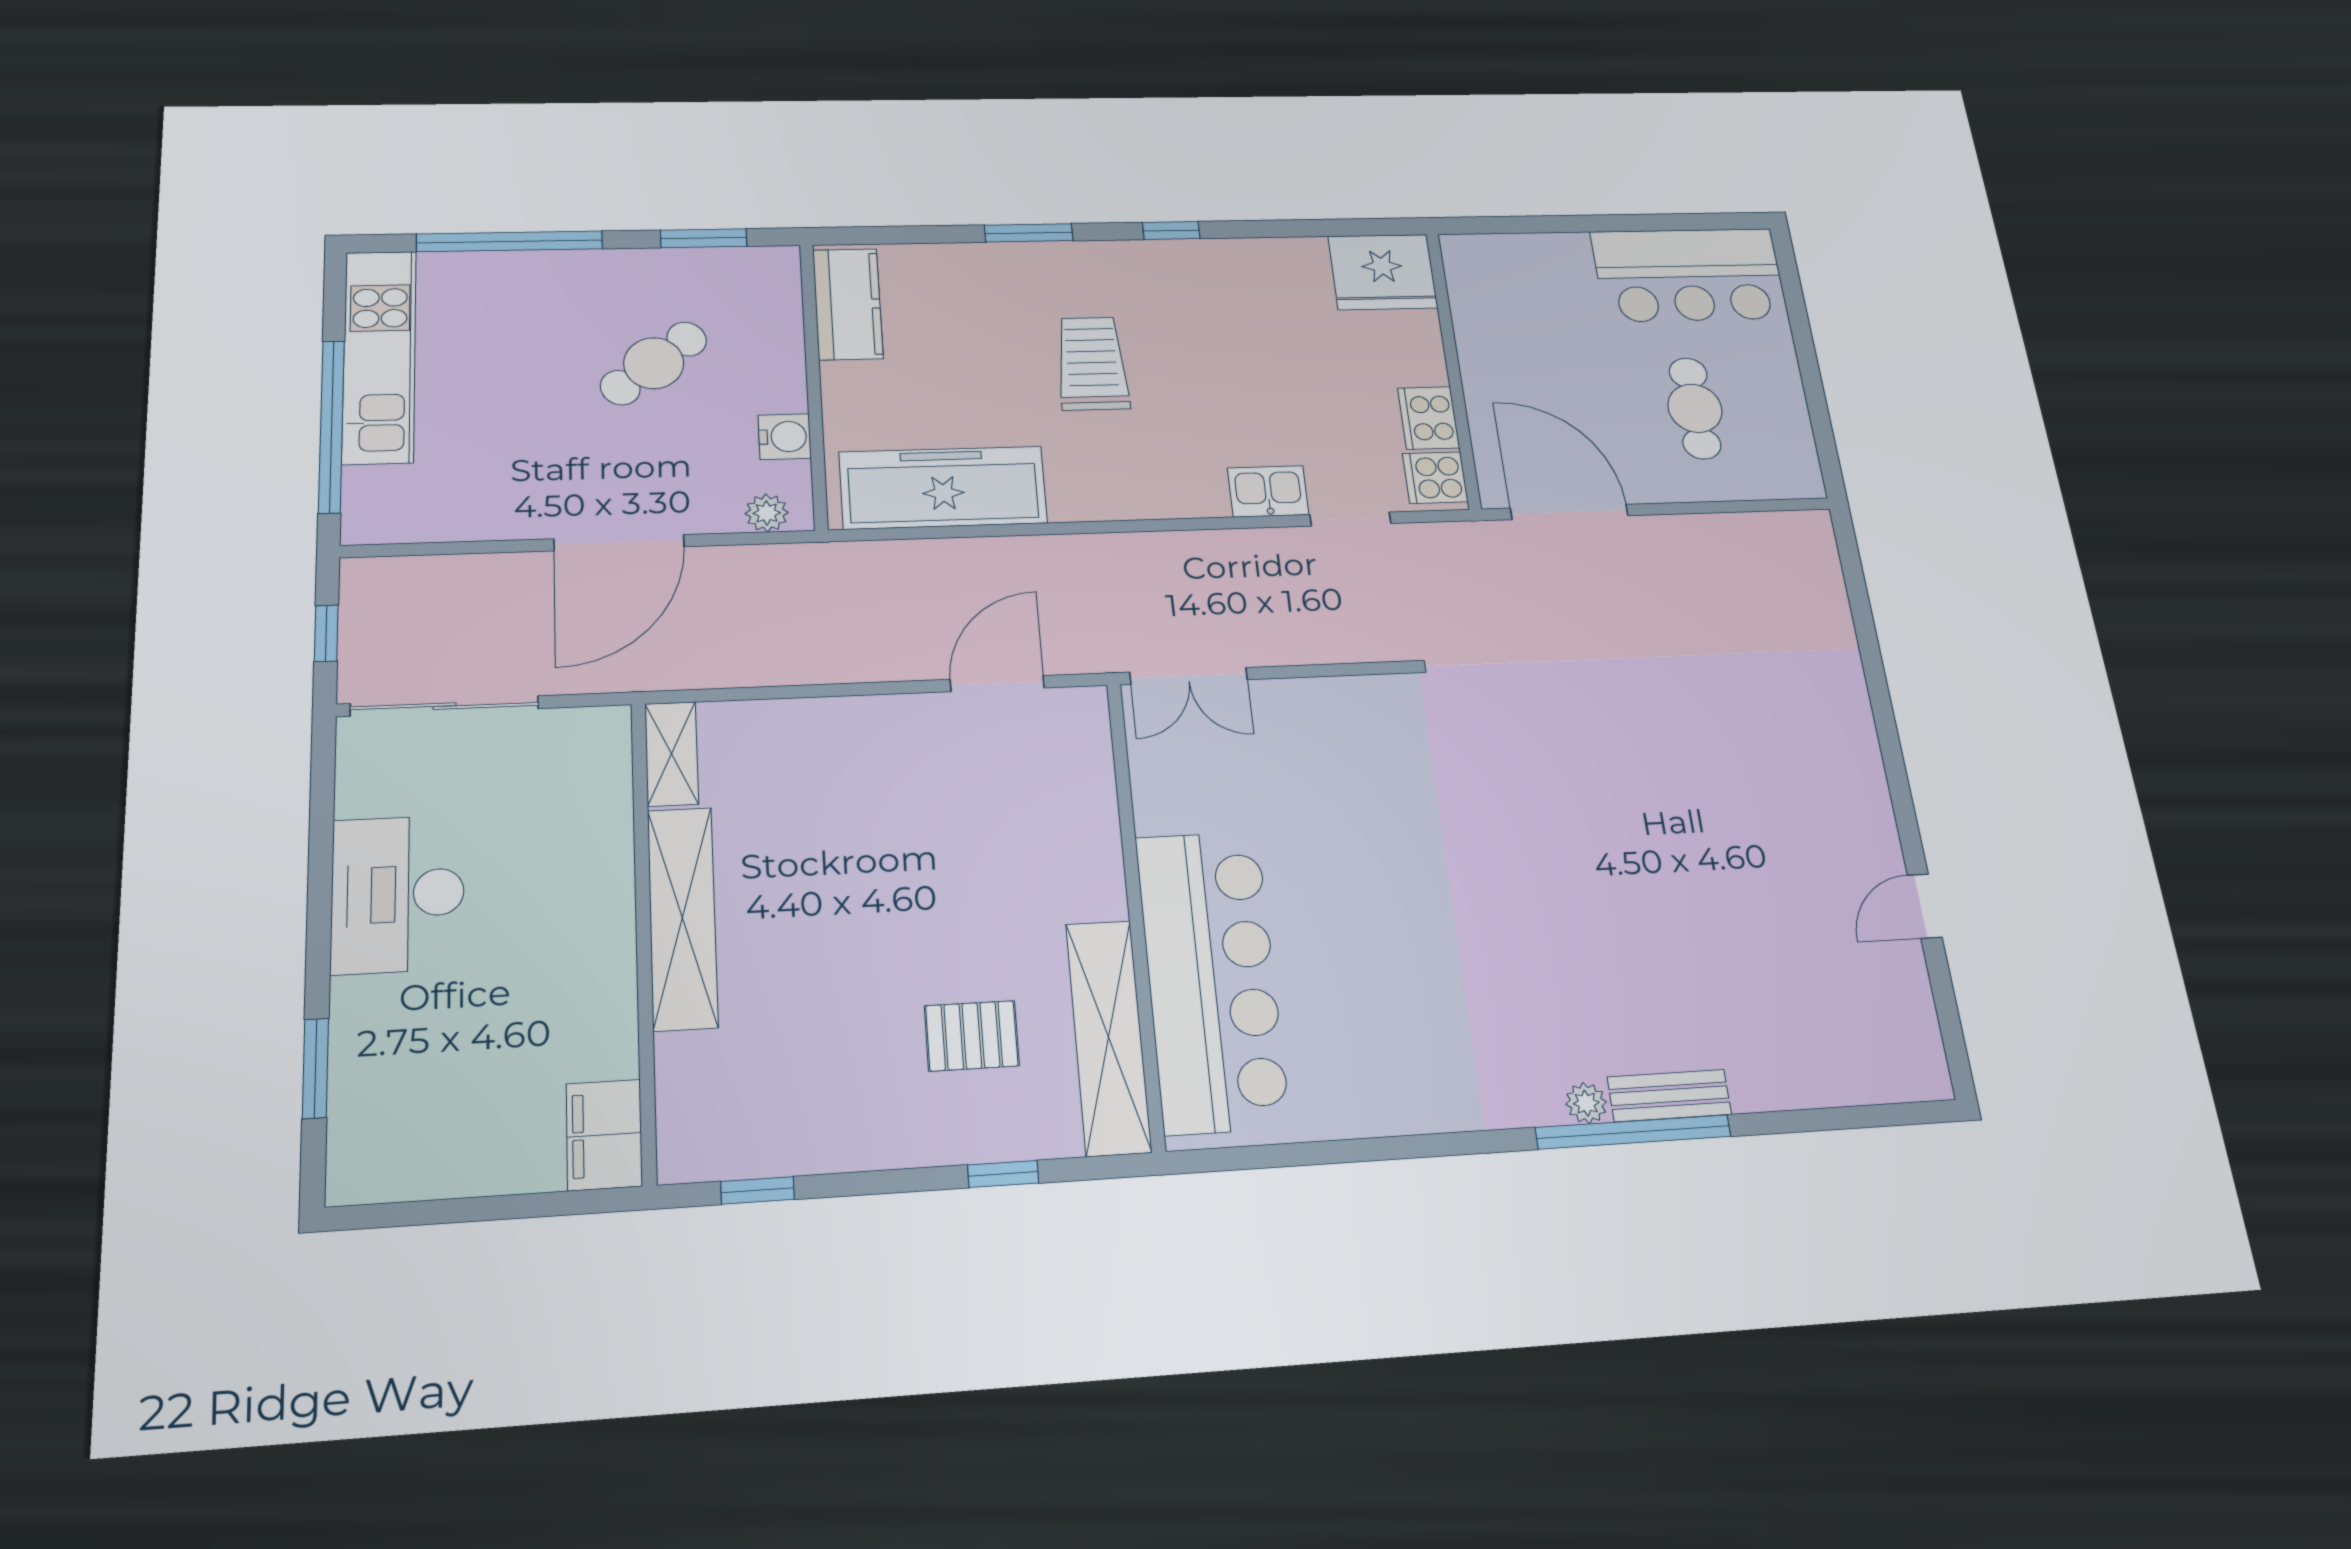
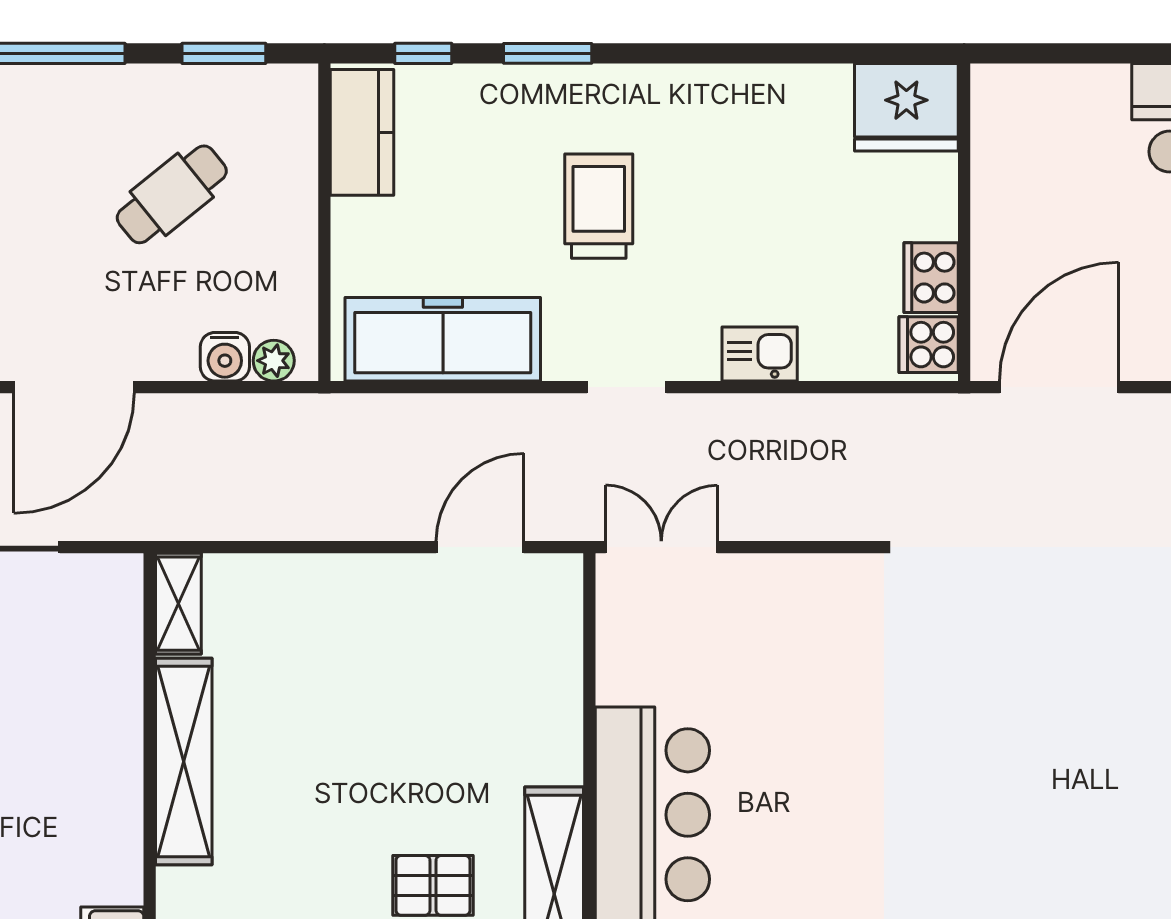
window: (1171, 230) -> (423, 53), moved
water cooler: (785, 437) -> (225, 357), moved, turned 90
door: (1569, 512) -> (1059, 387), hinge flipped
doorway: (1350, 519) -> (627, 387), moved
door: (619, 543) -> (74, 387), moved
double door: (1189, 676) -> (661, 547), swing flipped

